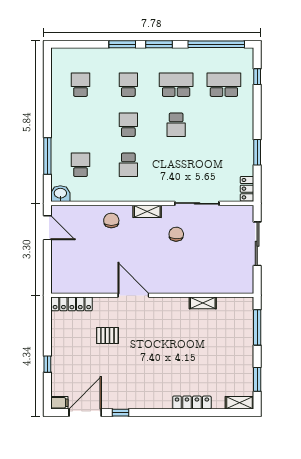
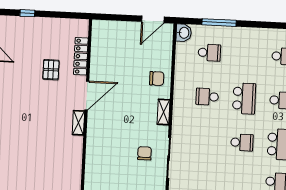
school desk: (128, 125) -> (244, 98), width x1.85
school desk: (176, 125) -> (242, 142), turned 180
chair: (176, 234) -> (144, 153), moved, turned -94
shelving: (203, 303) -> (78, 123), moved
locker: (72, 304) -> (81, 56), moved

